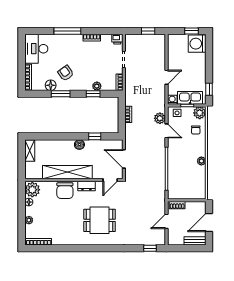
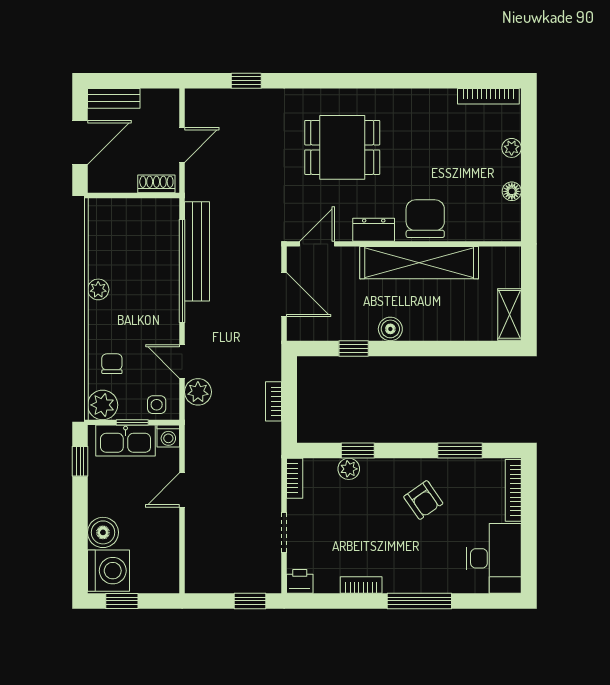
window: (148, 31) -> (250, 601), moved
boiler: (199, 60) -> (103, 532), added
floor lamp: (51, 85) -> (459, 471), removed
window: (61, 94) -> (460, 450), moved
bench: (160, 177) -> (197, 251), added
plant: (32, 190) -> (503, 221), removed
window: (150, 248) -> (246, 81), moved

